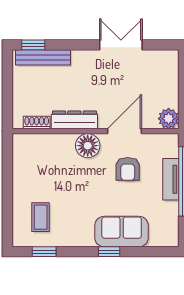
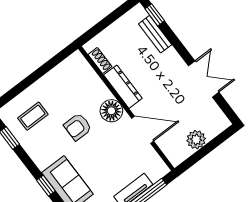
bench: (43, 57) -> (155, 34), width x0.73
plant: (169, 119) -> (196, 140), moved
armchair: (128, 169) -> (78, 127), moved

